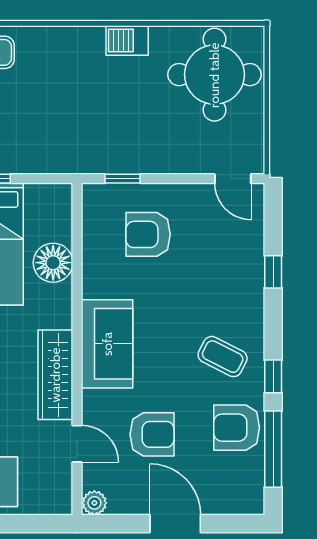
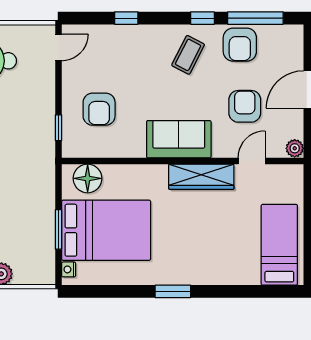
floor lamp: (53, 263) -> (88, 178), moved

